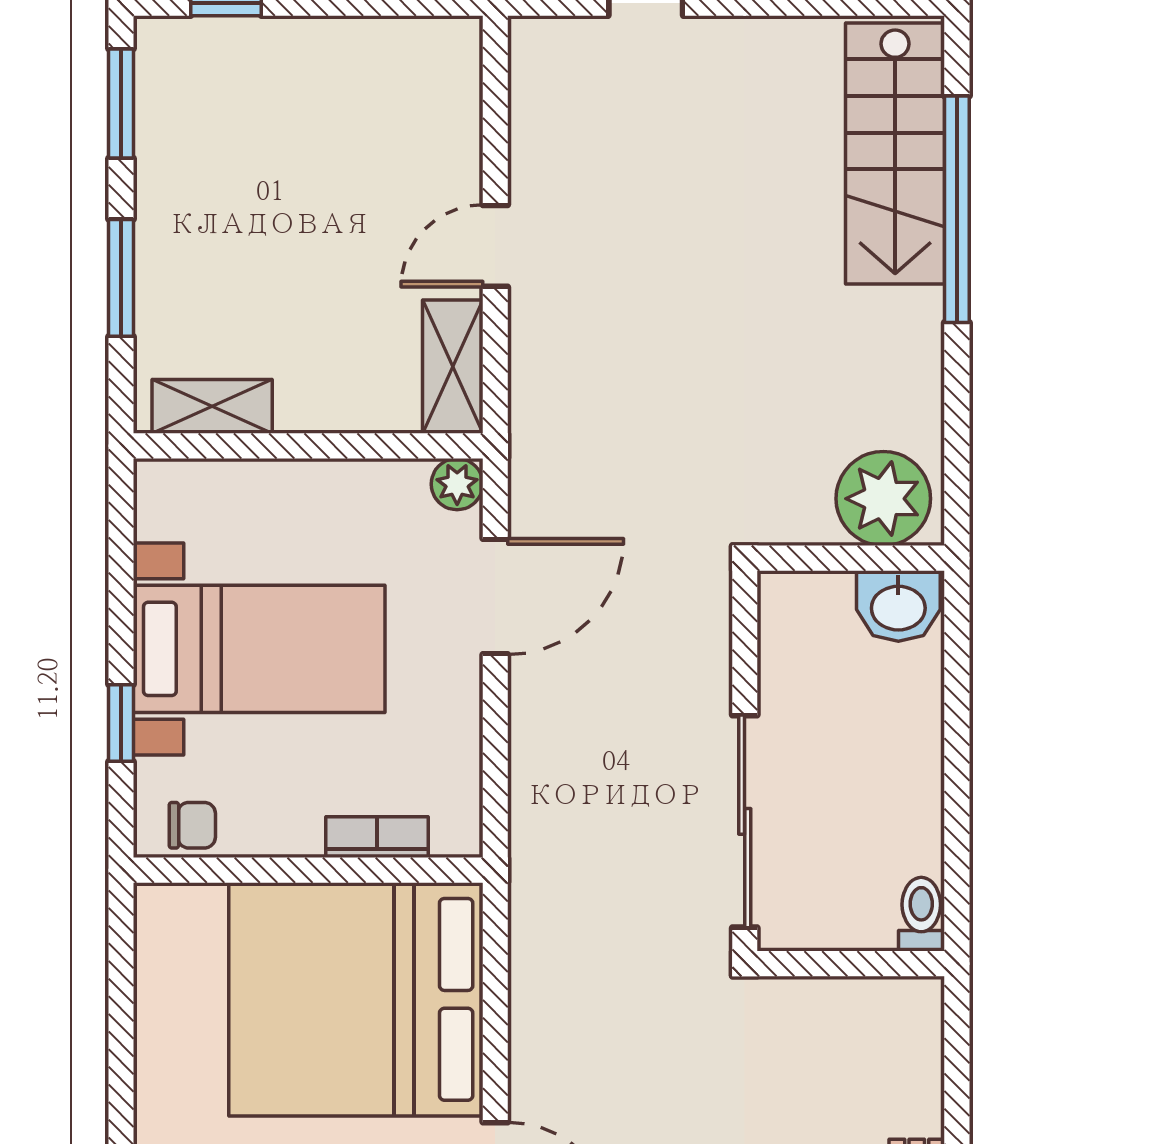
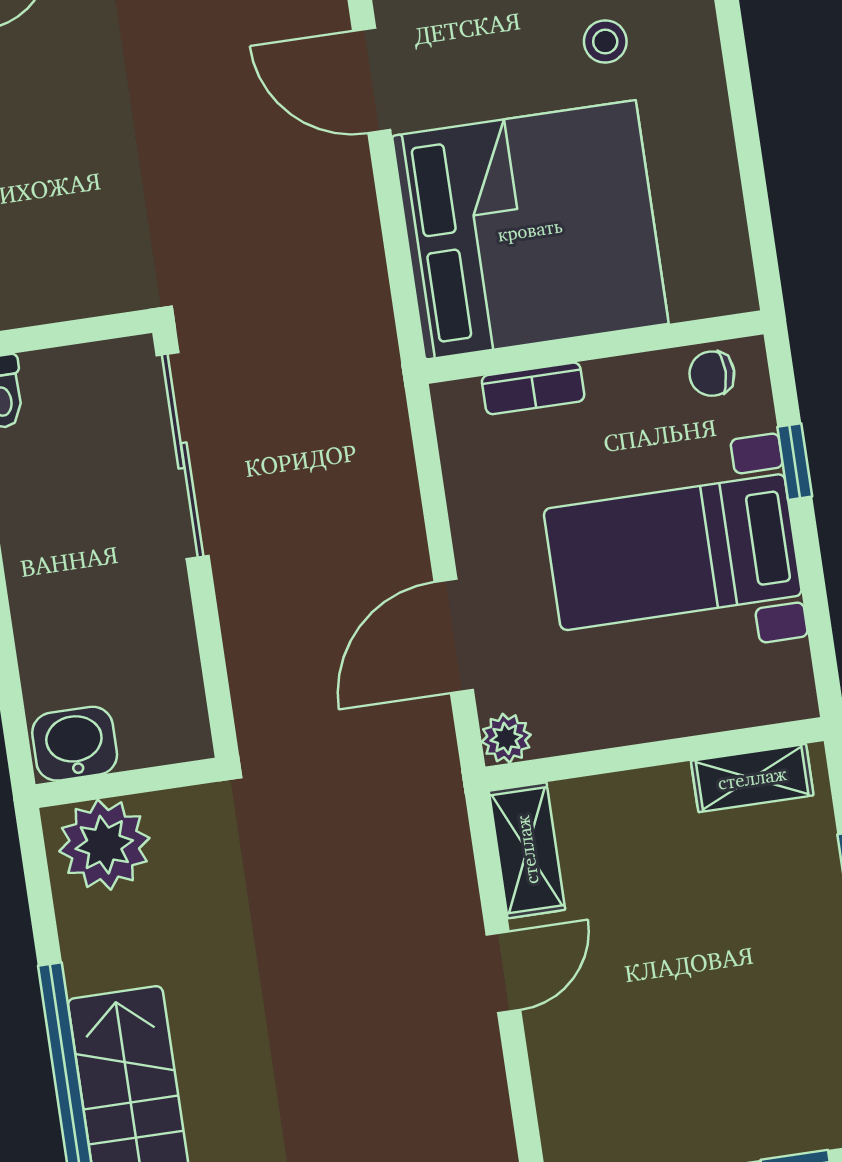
plant: (883, 499) -> (104, 845), moved
wall: (851, 558) -> (127, 783), moved
washbasin: (898, 606) -> (75, 744), moved

